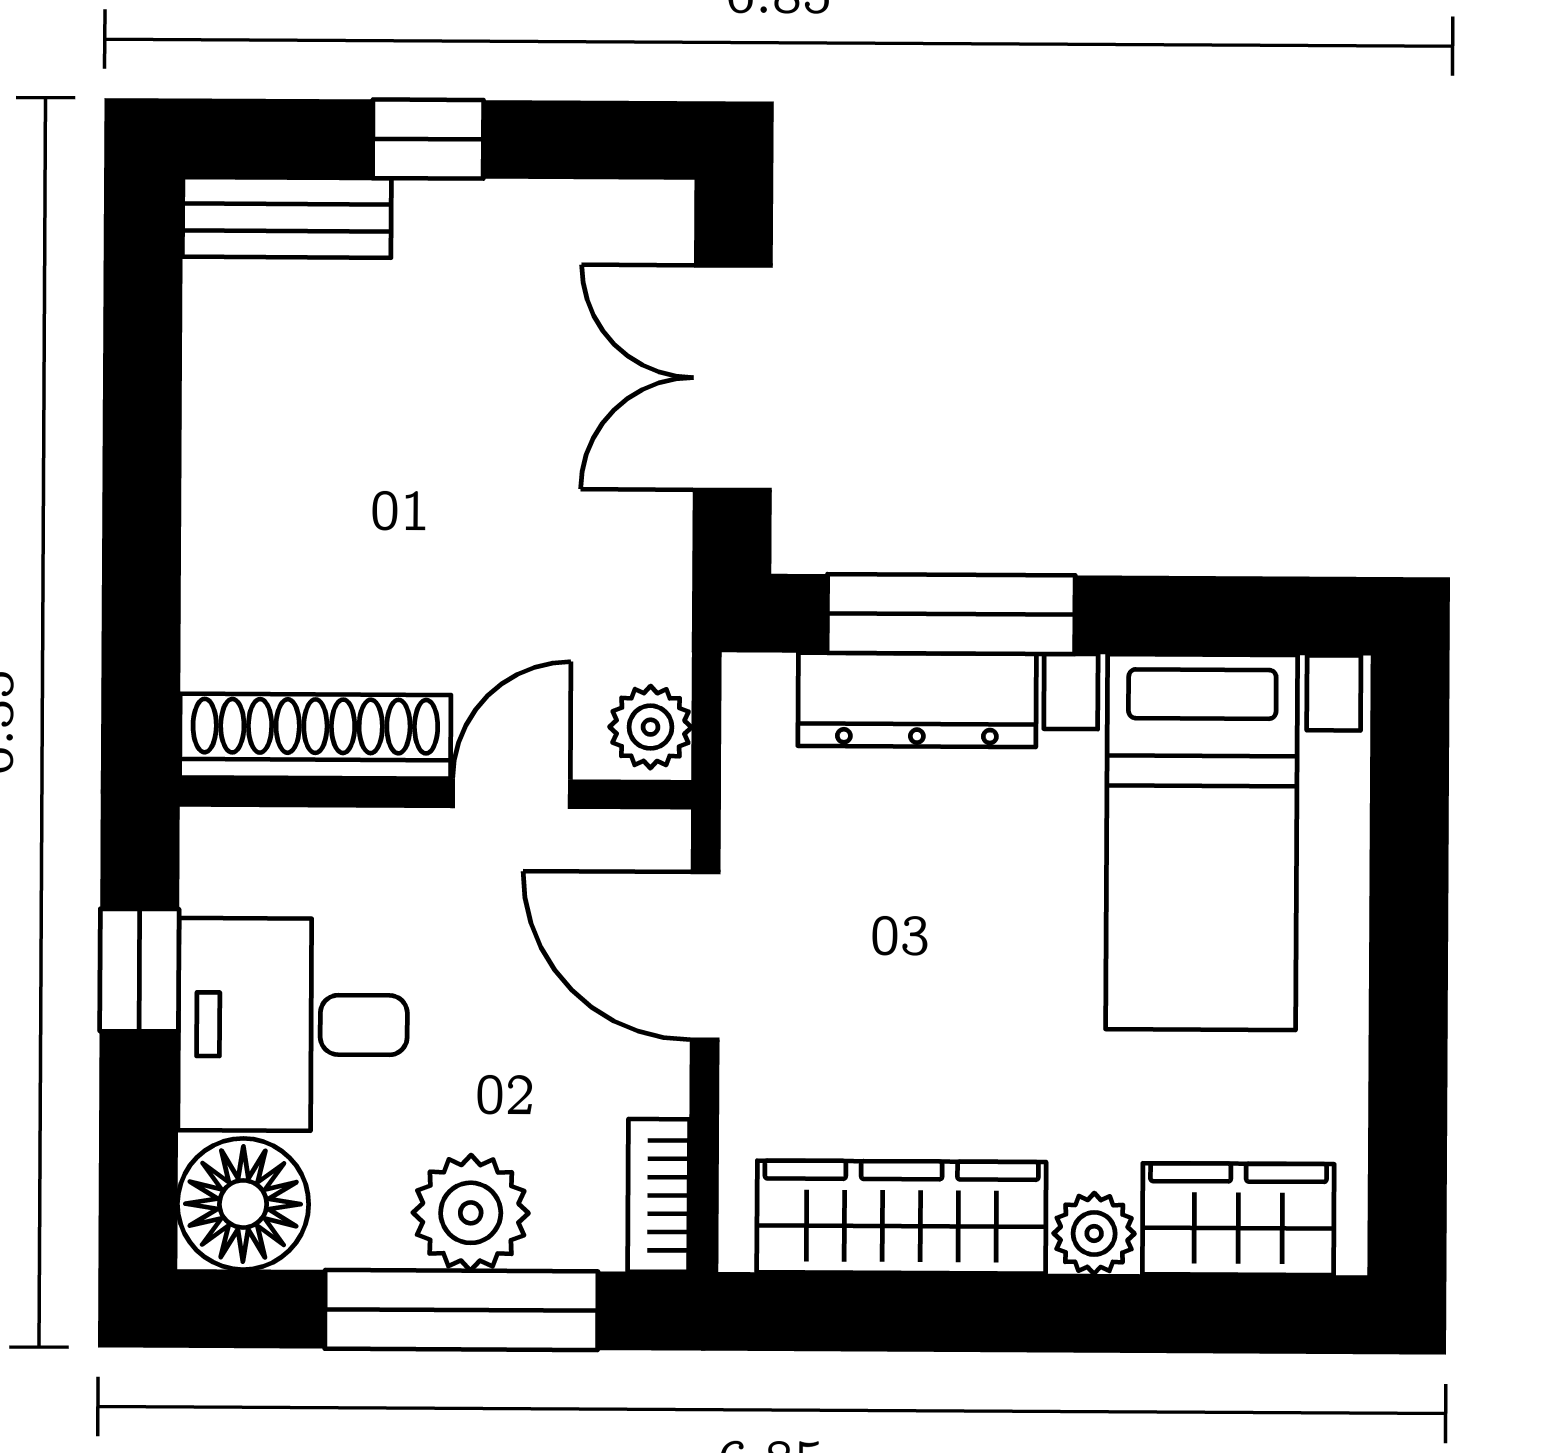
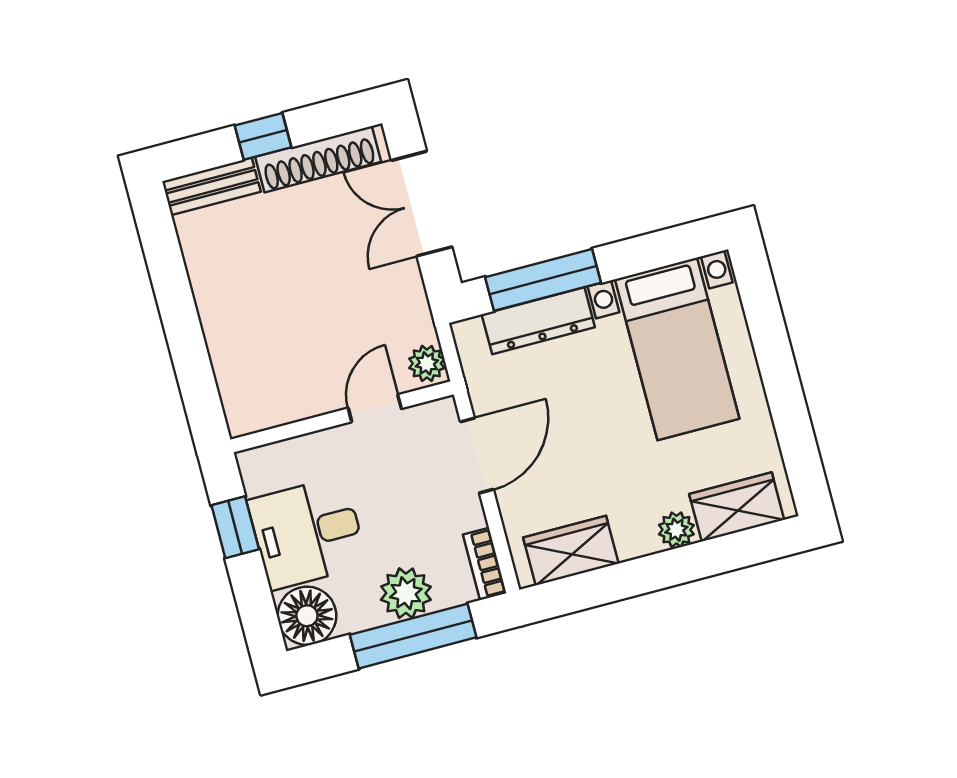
shoe rack: (315, 736) -> (318, 159), moved, turned 180
door: (705, 956) -> (477, 455), swing flipped
wardrobe: (901, 1217) -> (571, 551), width x0.67

